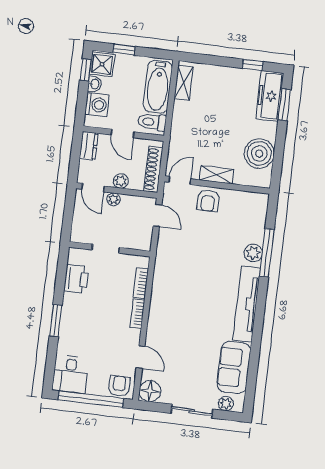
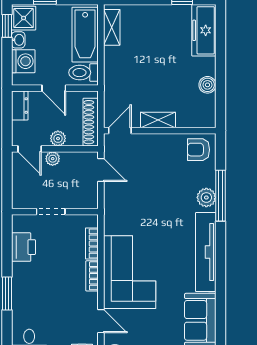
window: (284, 105) -> (221, 38), removed
boiler: (259, 153) -> (207, 85), width x0.54, depth x0.54
armchair: (208, 201) -> (198, 150), moved, turned 90
corner sofa: (173, 314) -> (130, 272), added

